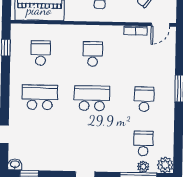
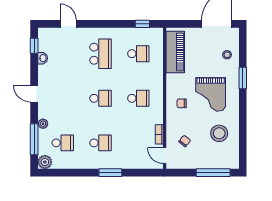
school desk: (92, 98) -> (101, 98), width x0.54
washbasin: (15, 164) -> (43, 58), moved
plant: (143, 167) -> (43, 124), moved

